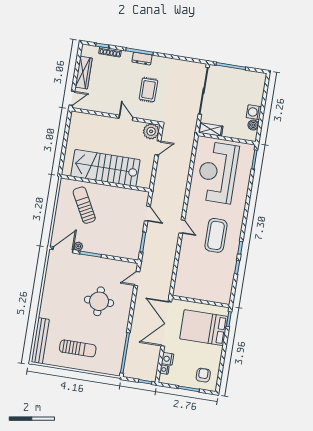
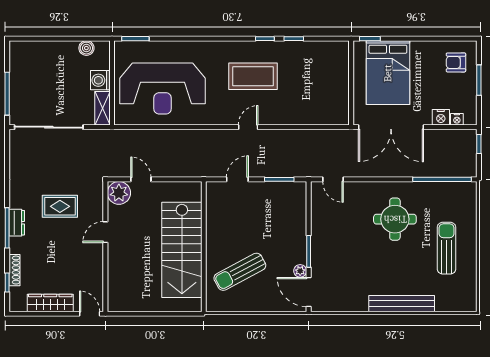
washing machine: (254, 112) -> (100, 80), moved, turned 90
round table: (99, 301) -> (395, 219), moved
bench: (40, 341) -> (402, 304), moved

